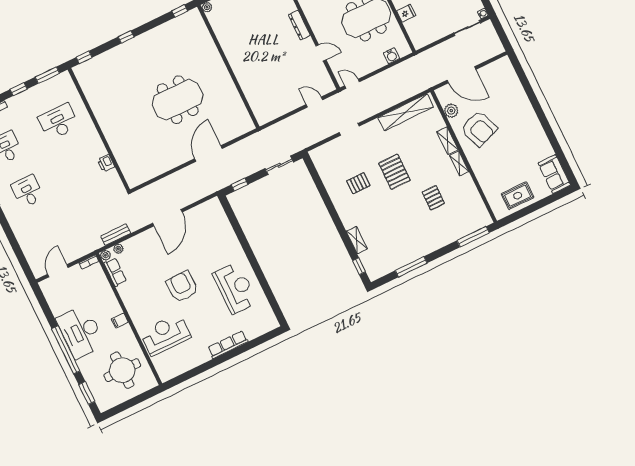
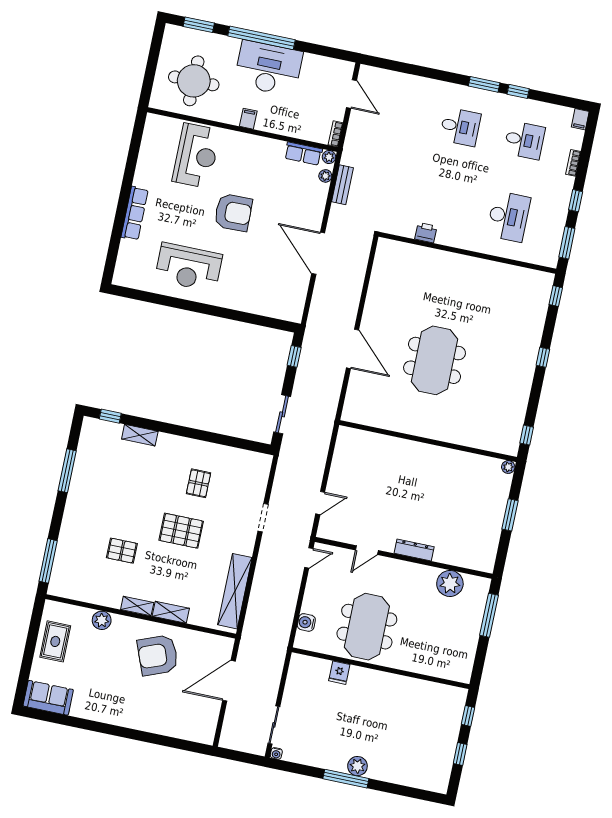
plant: (451, 111) -> (102, 620), moved

